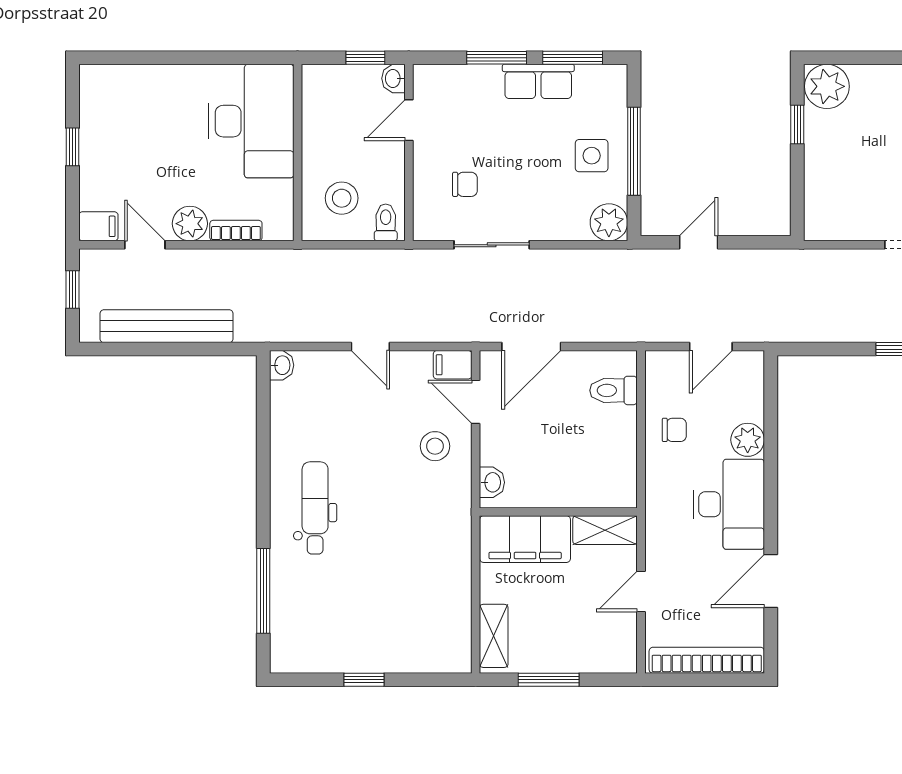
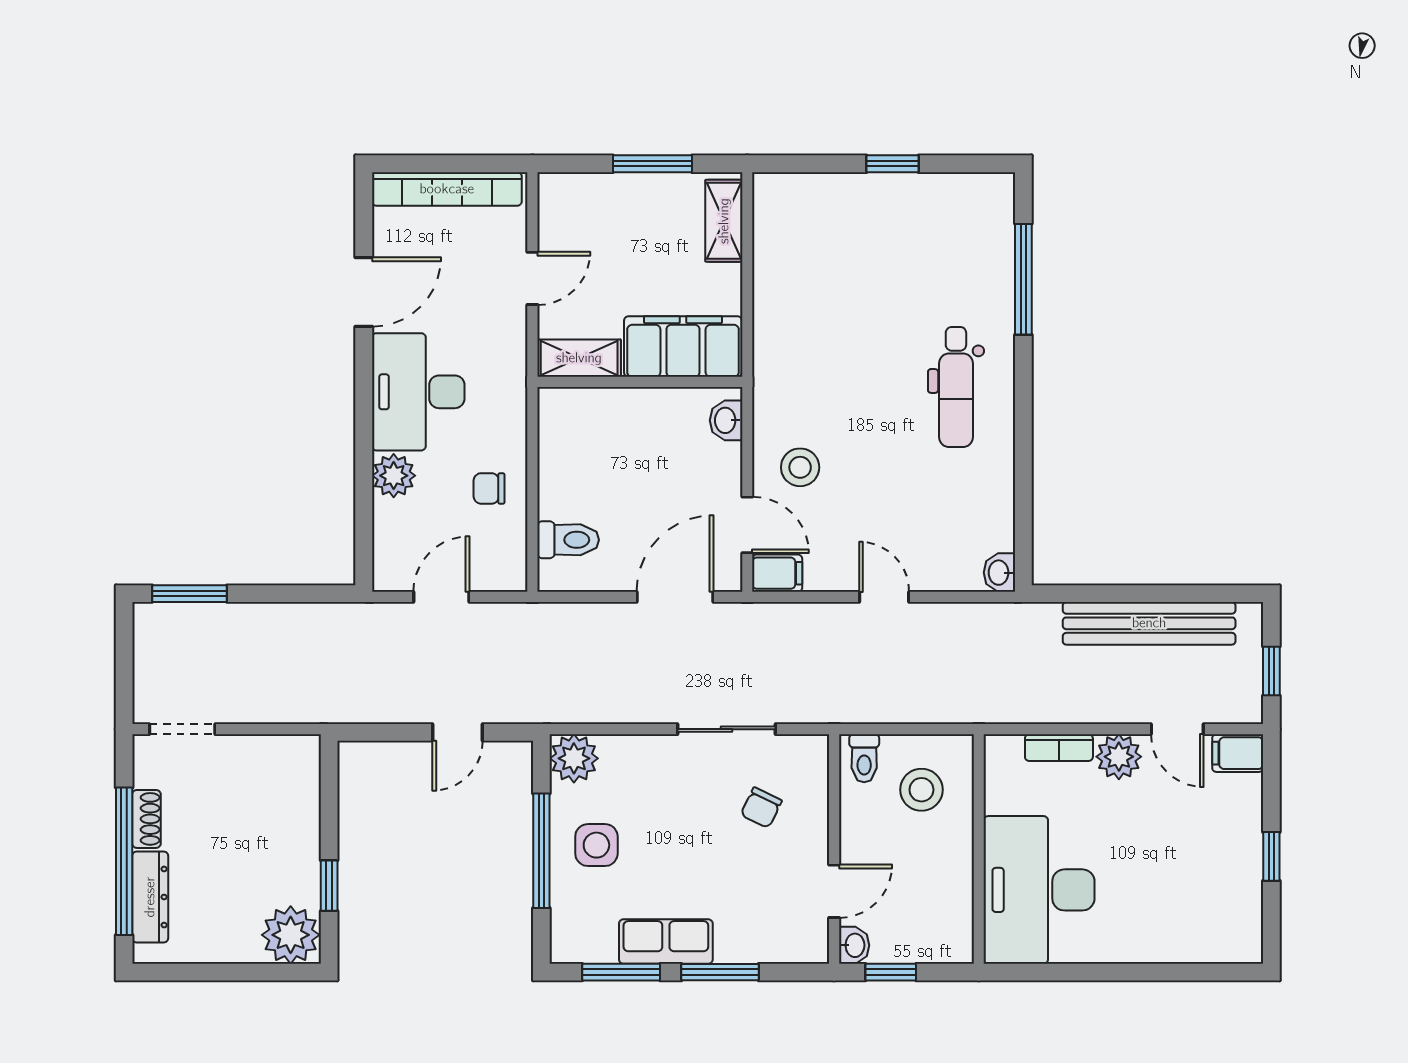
chair: (465, 184) -> (761, 808), turned -64

